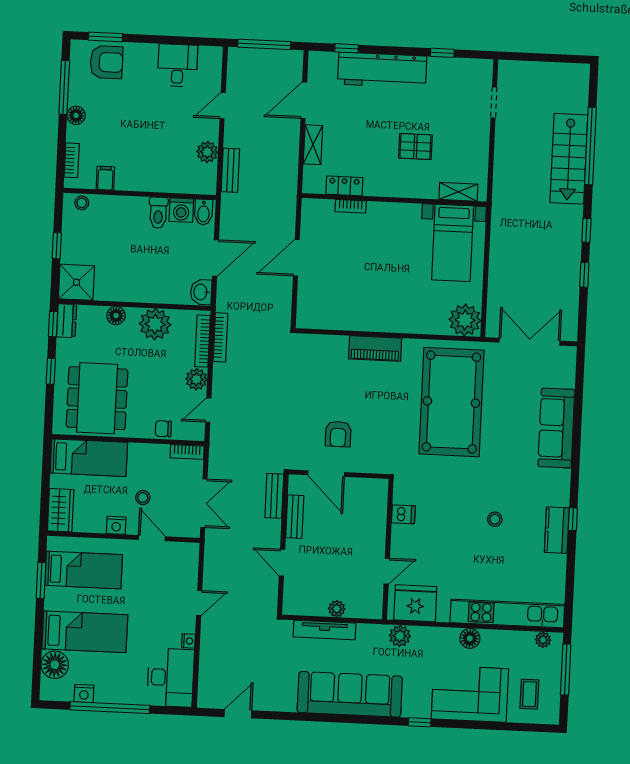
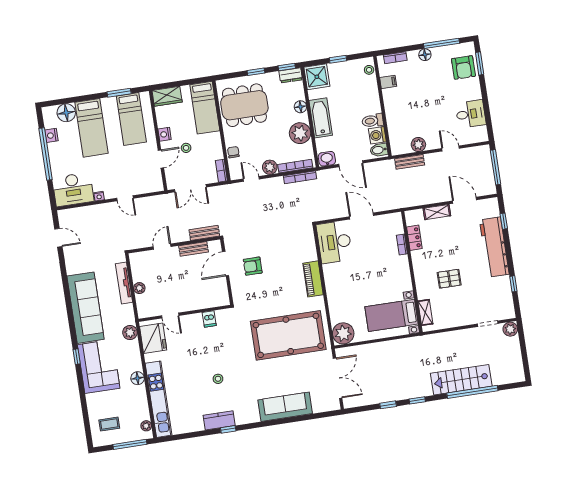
plant: (509, 71) -> (510, 329), added
pallet: (415, 147) -> (449, 279), turned 90
bathtub: (138, 289) -> (321, 118), added
desk: (327, 306) -> (334, 242), added
corner sofa: (470, 694) -> (99, 366), moved

